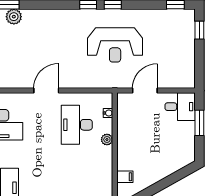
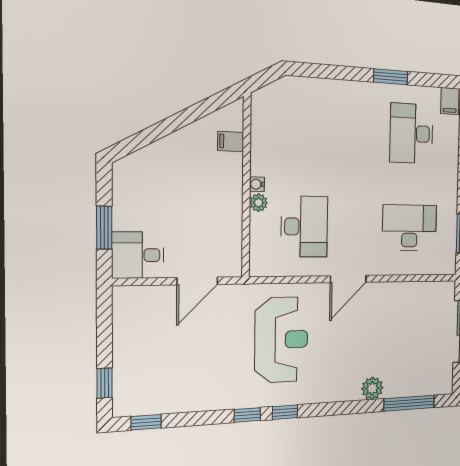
plant: (14, 17) -> (372, 388), moved
reception desk: (115, 45) -> (281, 340), moved, turned 90
water cooler: (108, 113) -> (257, 184), moved

